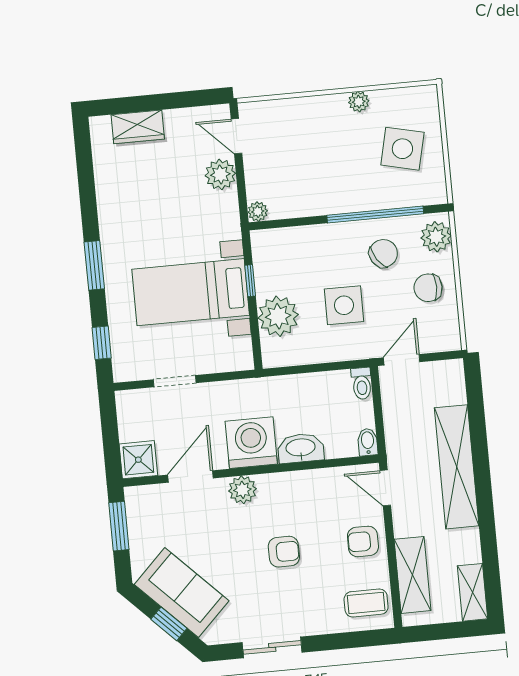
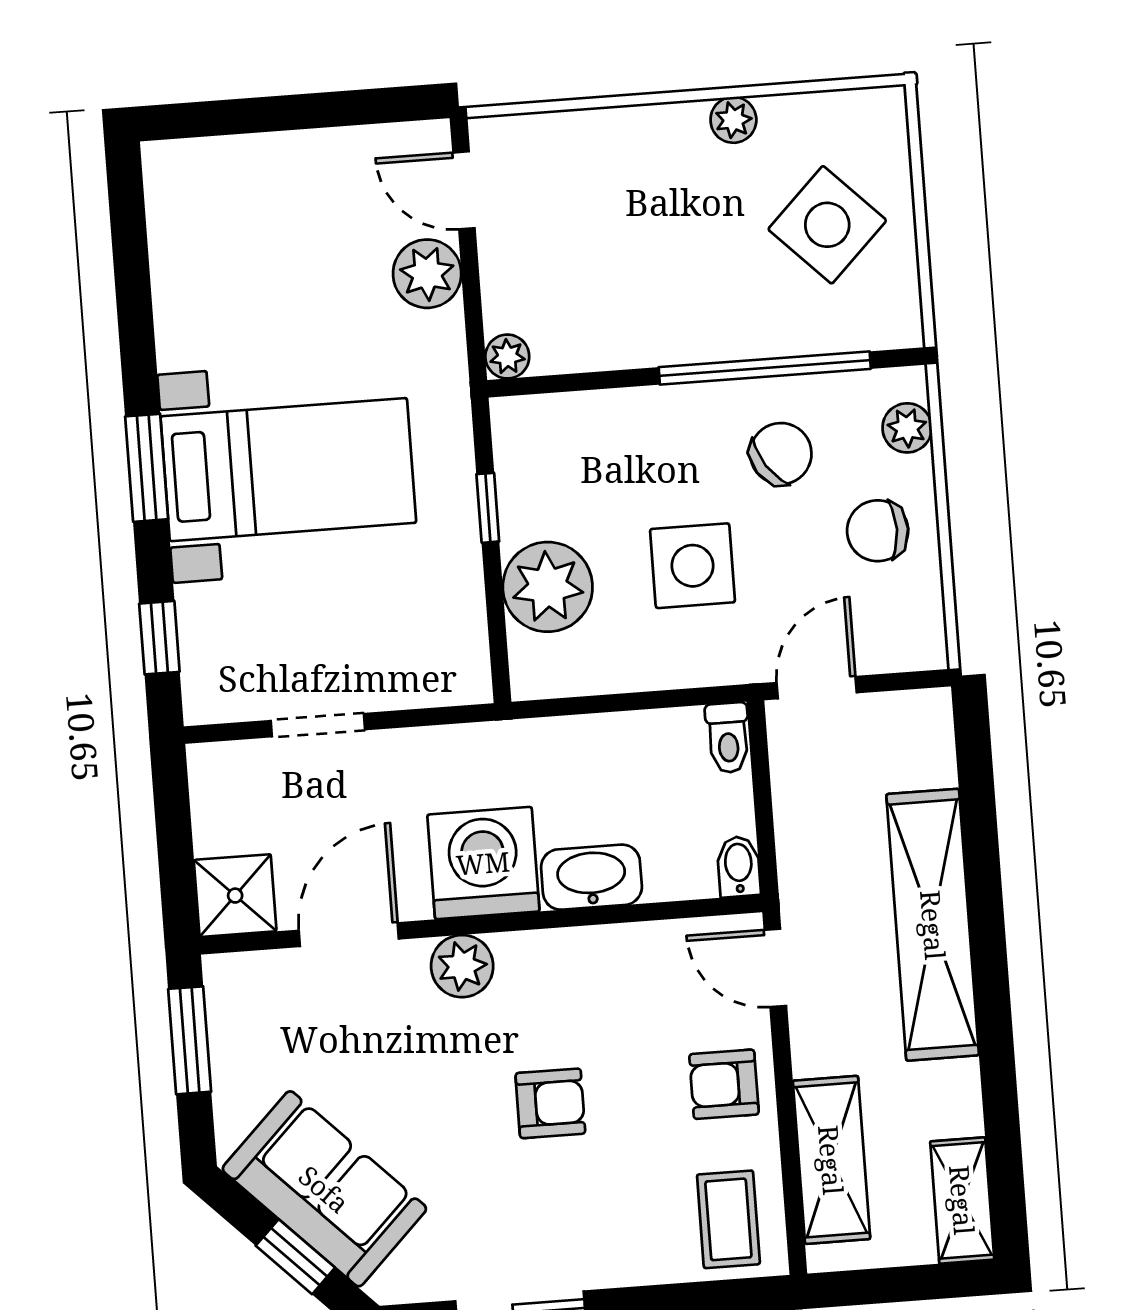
wardrobe: (138, 127) -> (248, 166), removed
side table: (402, 149) -> (827, 225), turned 32
plant: (436, 237) -> (907, 428), width x0.73, depth x0.73
bed with nightstands: (191, 292) -> (288, 470), moved, turned 180
coffee table: (366, 603) -> (728, 1219), turned 90

